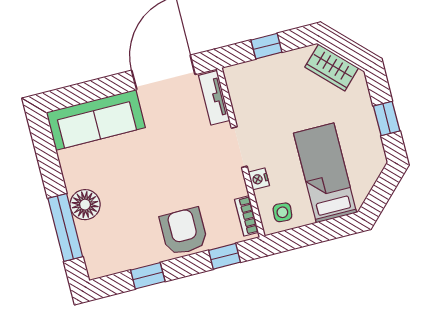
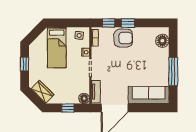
floor lamp: (236, 76) -> (84, 98), added
floor lamp: (85, 205) -> (162, 41), moved
window: (65, 228) -> (173, 72), moved
armchair: (184, 231) -> (123, 38), turned -90
window: (148, 276) -> (128, 23), moved

